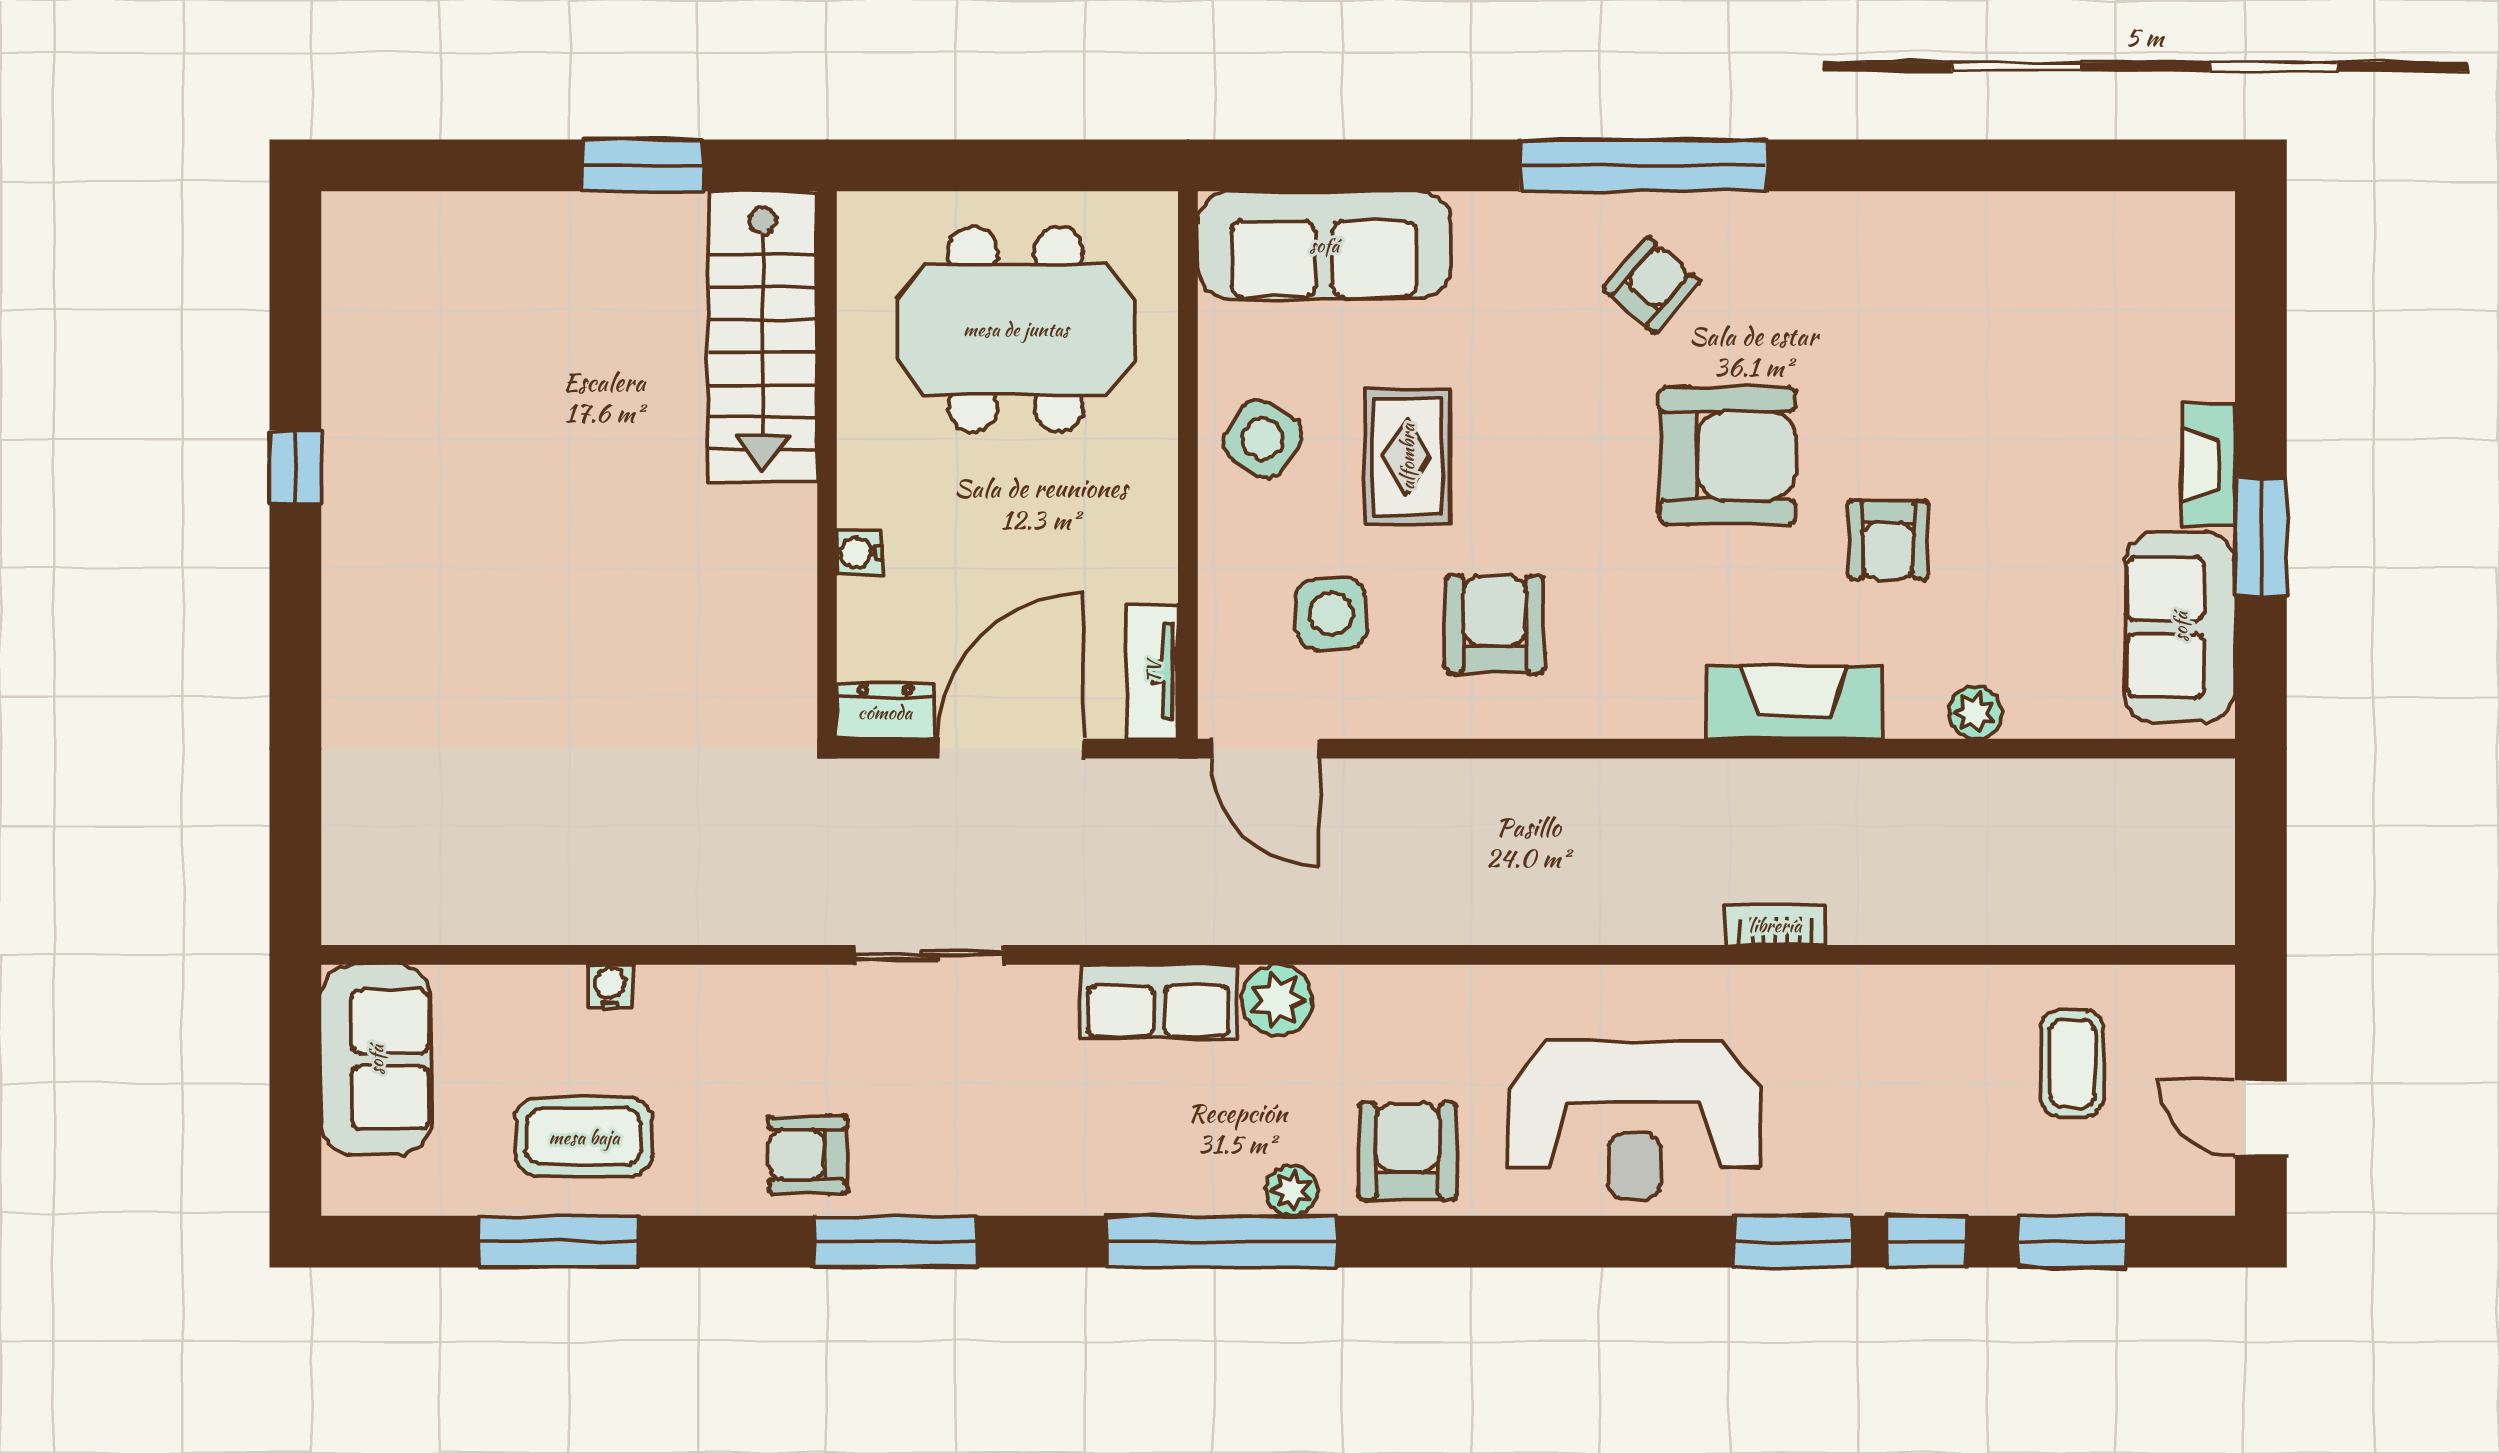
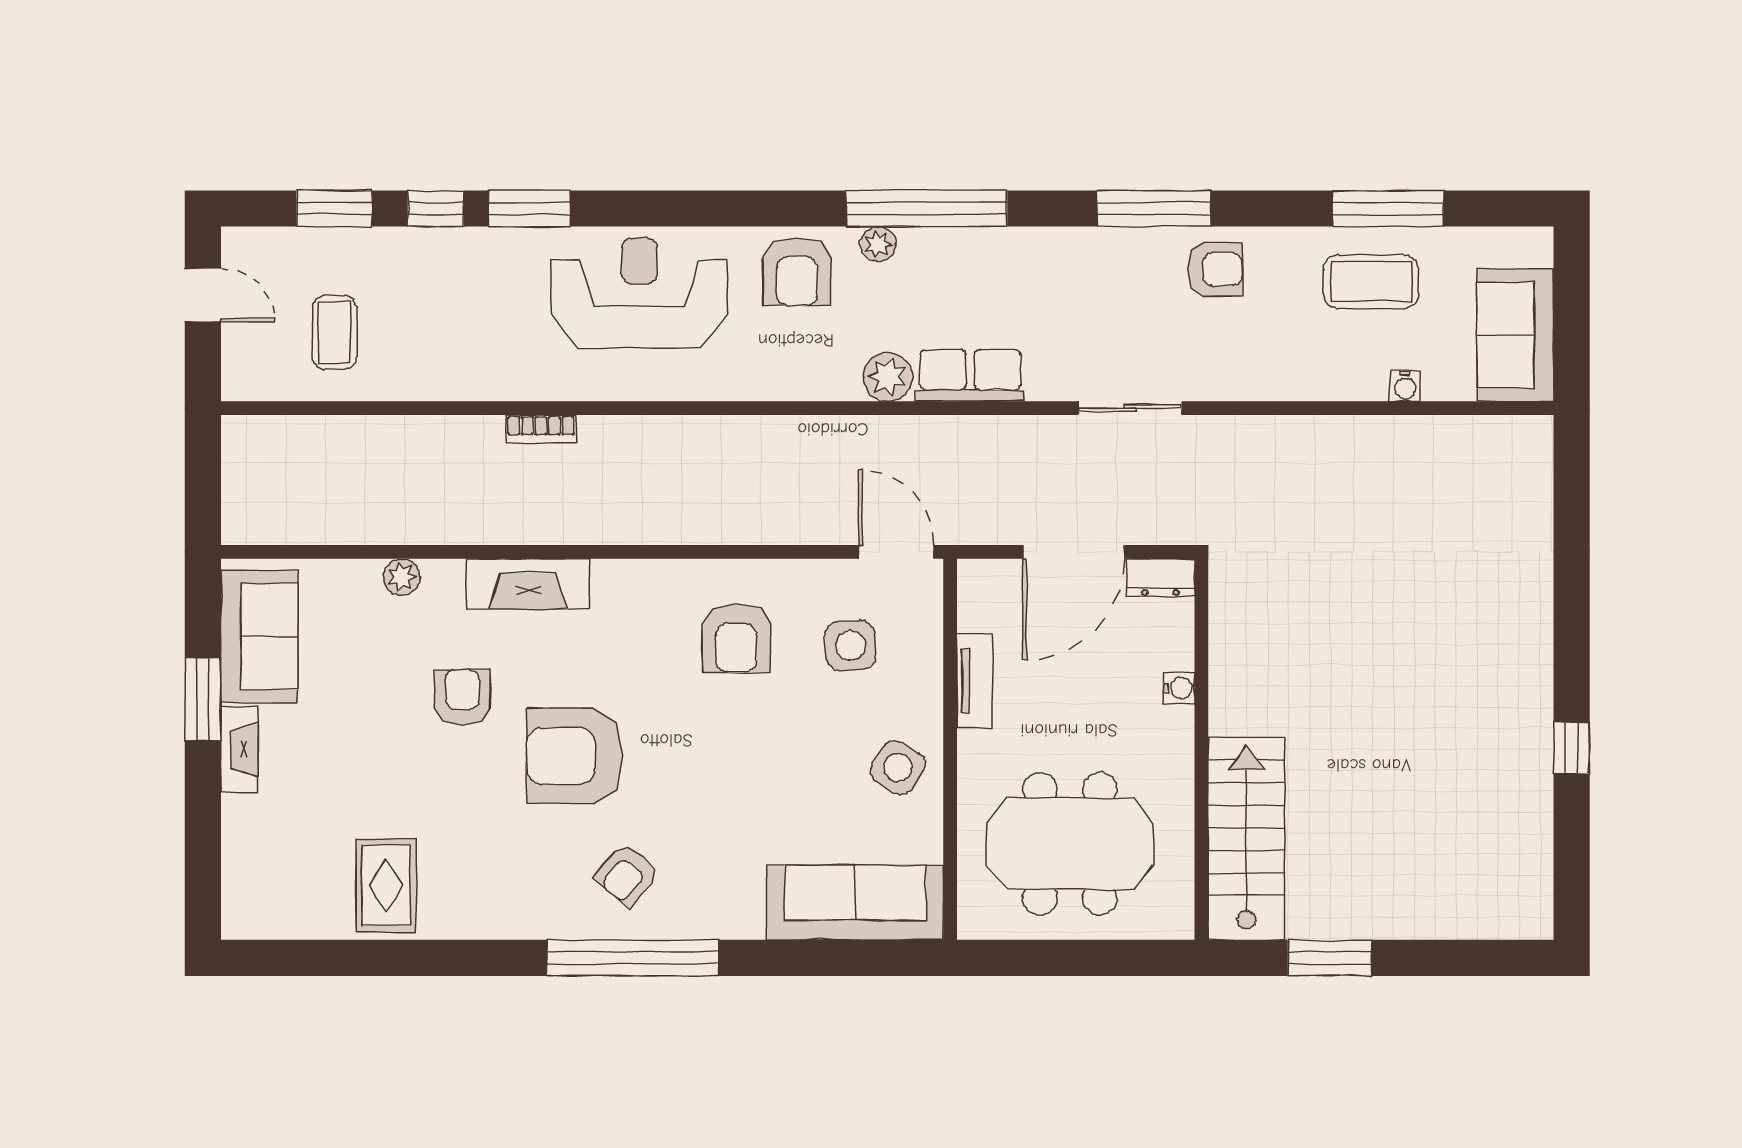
rug: (1407, 457) -> (386, 885), moved
tv unit: (1153, 672) -> (975, 681), moved
water cooler: (610, 987) -> (1405, 386), moved

